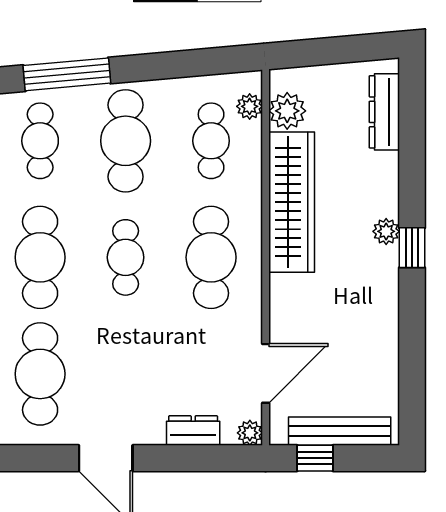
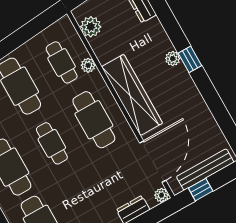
plant: (250, 106) -> (88, 65), moved
wardrobe: (292, 202) -> (132, 95), moved
door: (266, 373) -> (153, 162), width x1.36

